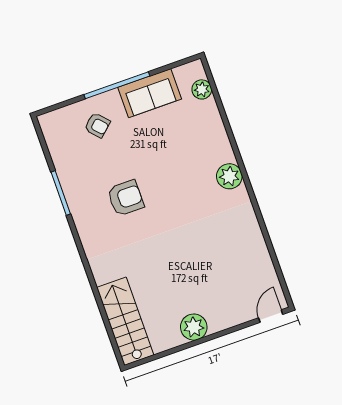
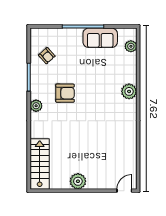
armchair: (97, 125) -> (47, 56), moved
plant: (229, 176) -> (129, 91), moved
plant: (88, 233) -> (36, 106), added

